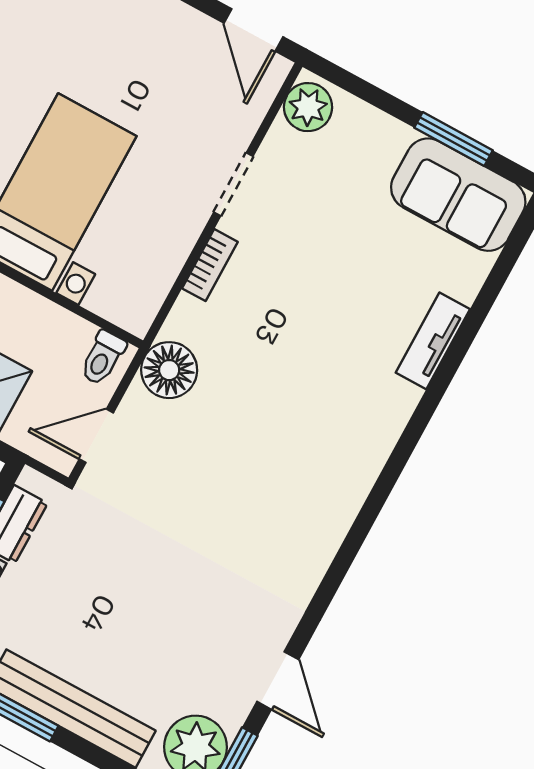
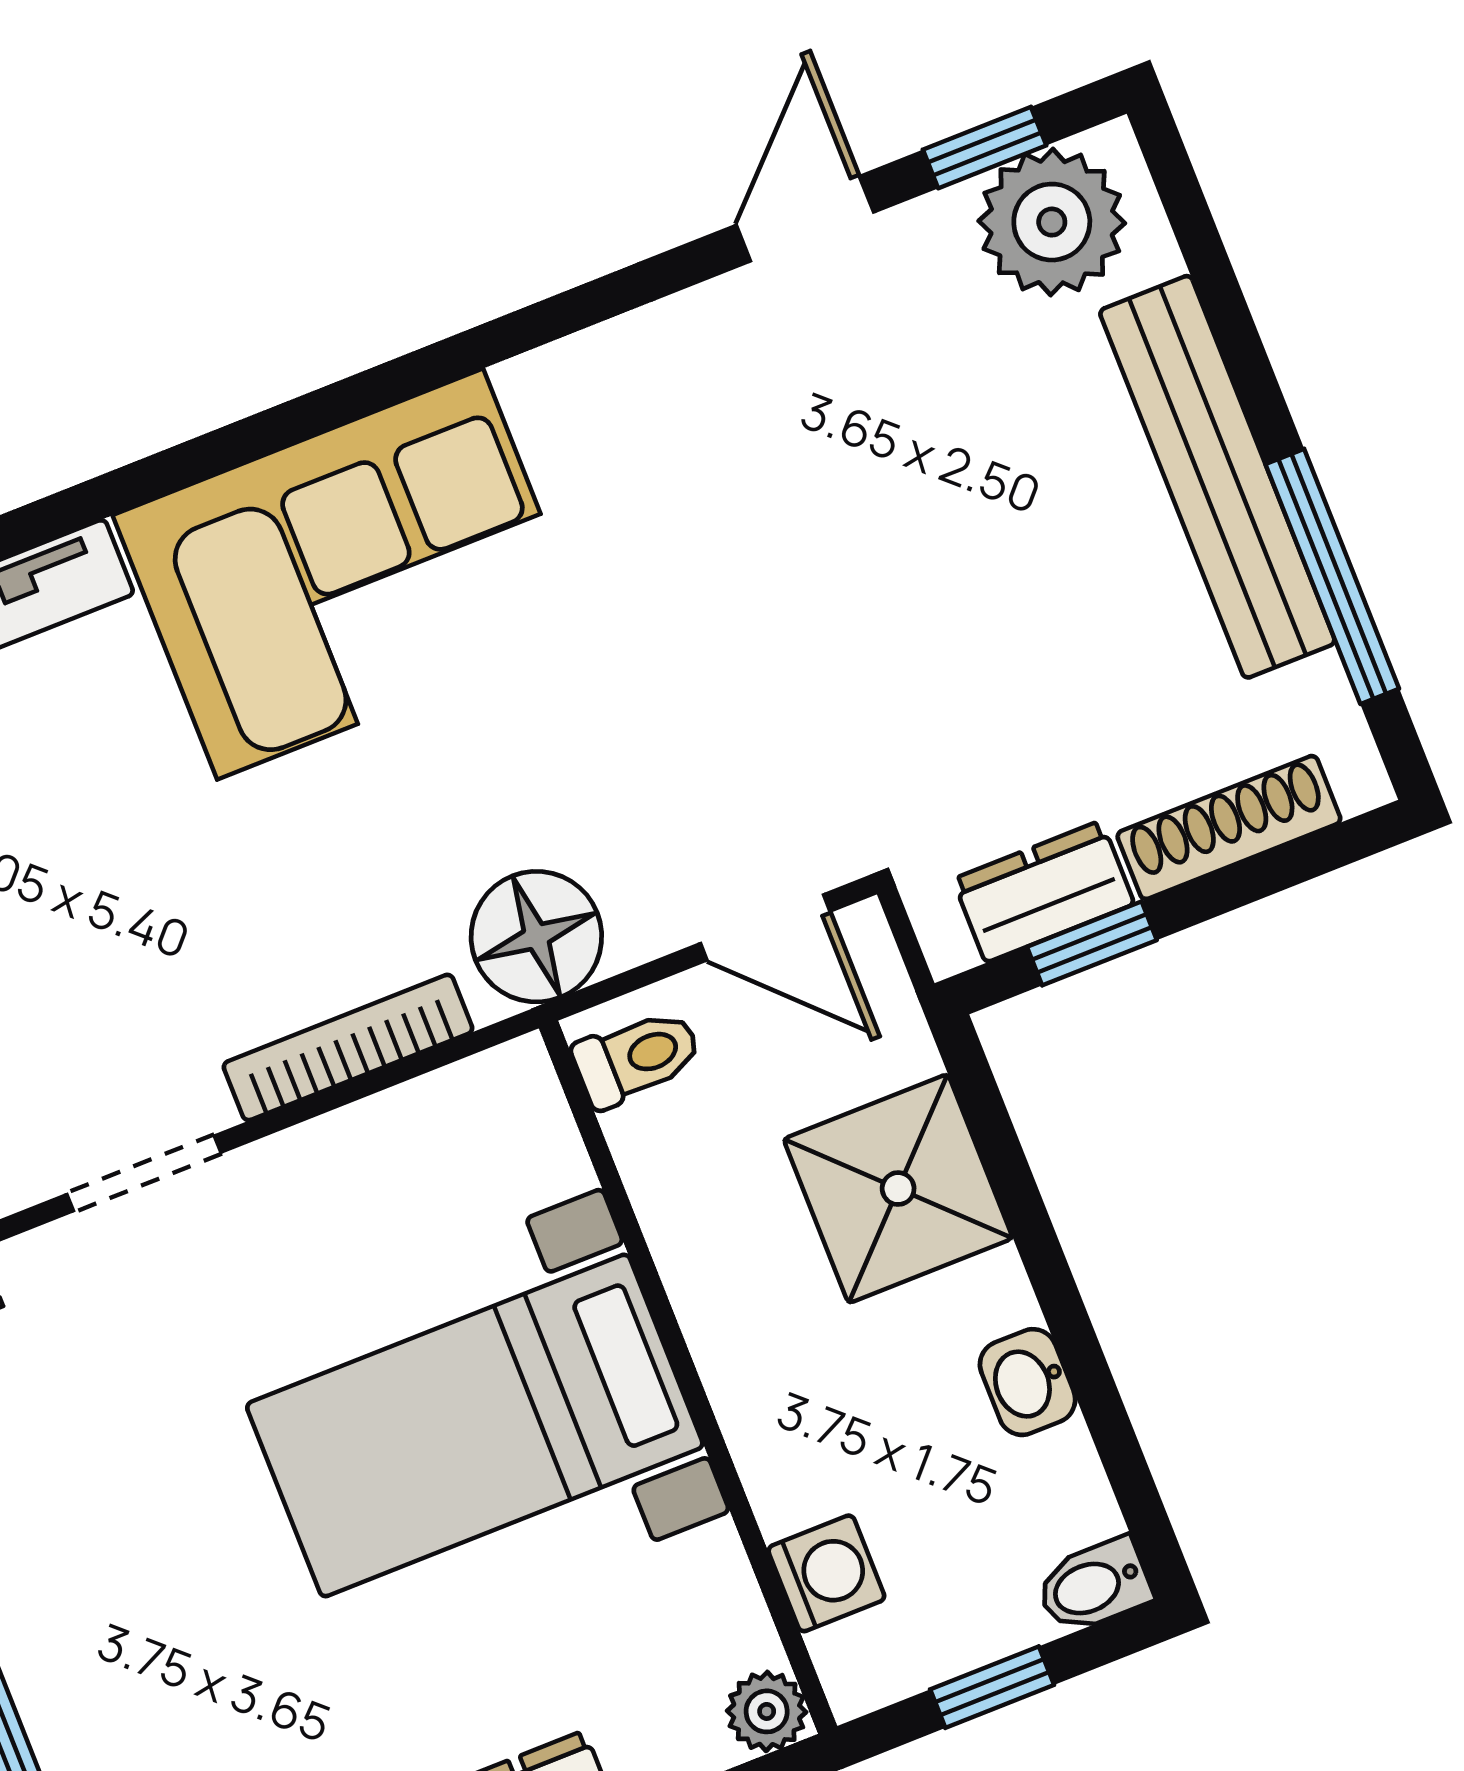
bookcase: (210, 265) -> (348, 1048), width x1.56
corner sofa: (330, 438) -> (350, 574), added

